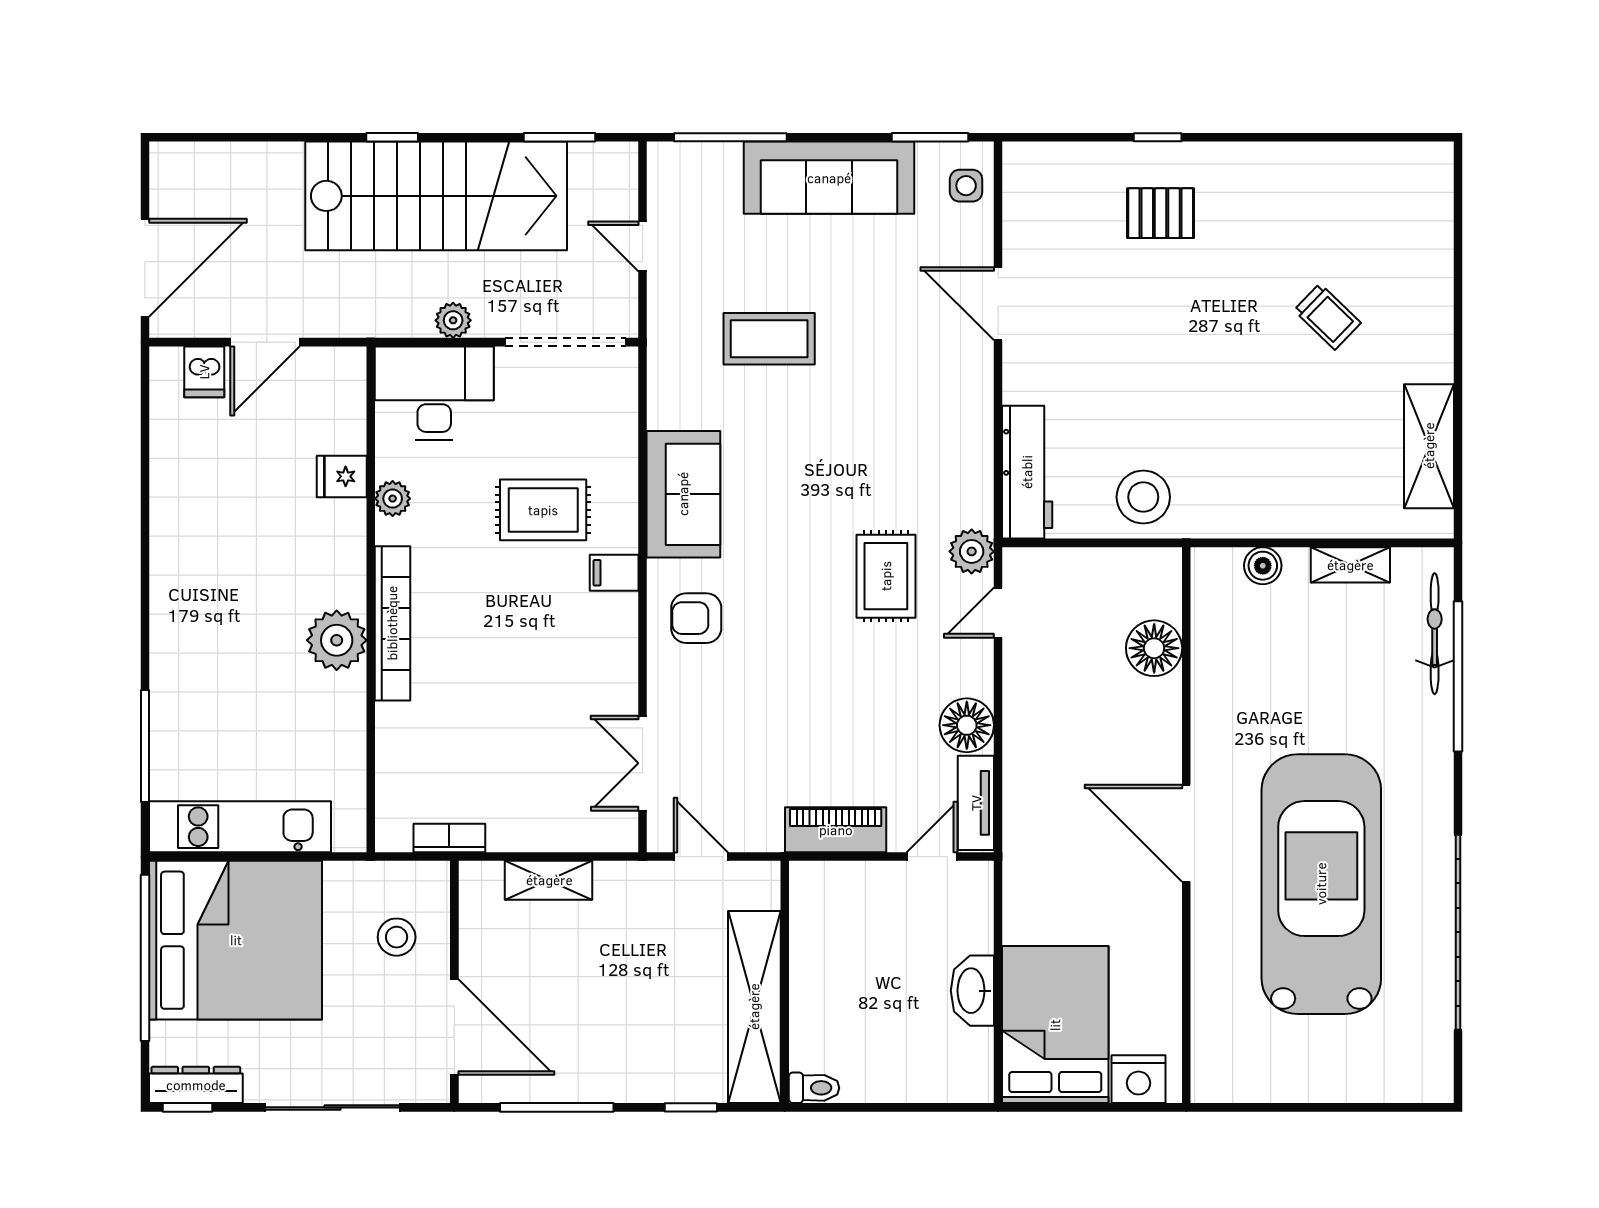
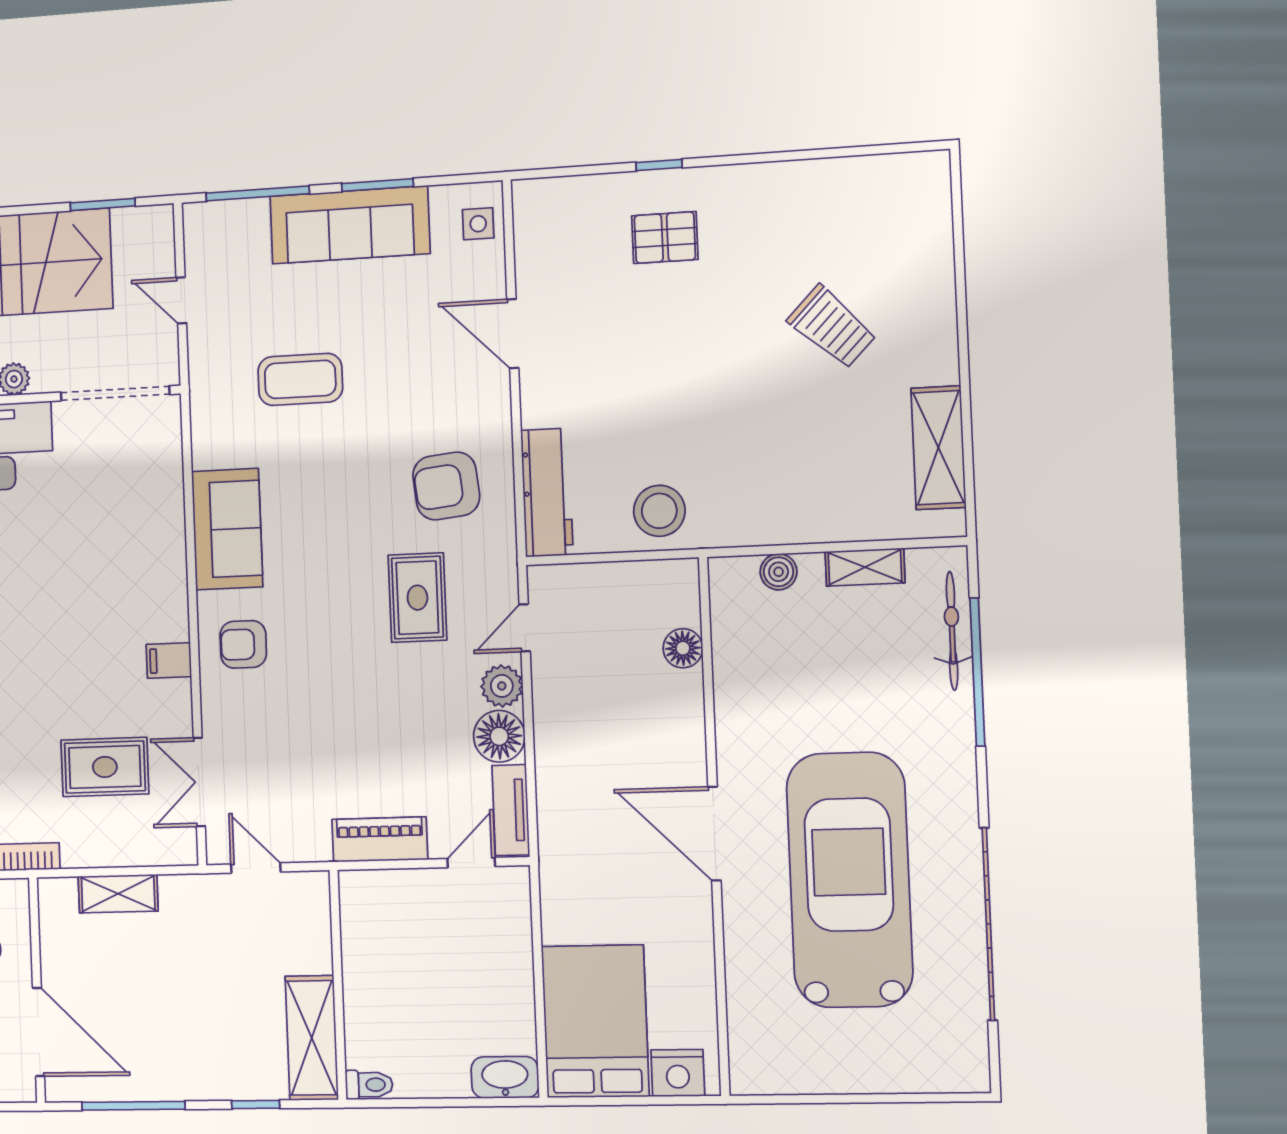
window: (930, 137) -> (377, 185), moved
trolley: (1327, 317) -> (832, 327), width x1.36, depth x1.39
armchair: (921, 460) -> (446, 486), added
rug: (543, 510) -> (105, 767), moved
plant: (972, 551) -> (502, 686), moved
filing cabinet: (614, 573) -> (169, 660), moved
floor lamp: (1154, 648) -> (683, 648), width x0.73, depth x0.73
washbasin: (972, 991) -> (505, 1077), moved, turned 90
shelving: (754, 1007) -> (312, 1038), width x0.68

